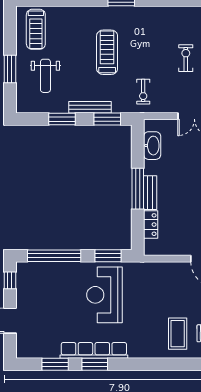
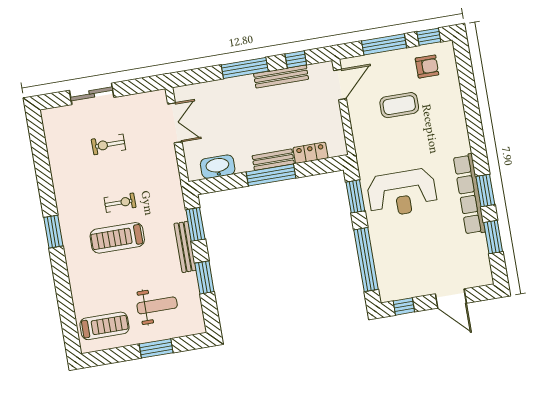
exercise bike: (143, 92) -> (120, 203), moved
coffee table: (178, 334) -> (399, 105), moved

